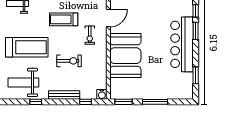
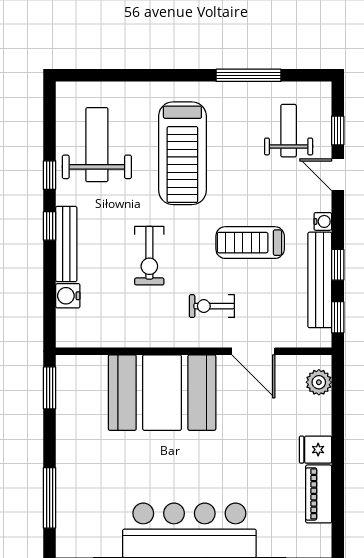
treadmill: (64, 19) -> (250, 243), turned -90
water cooler: (102, 94) -> (68, 296), moved
window: (86, 102) -> (50, 226), moved
window: (155, 102) -> (50, 498), moved

